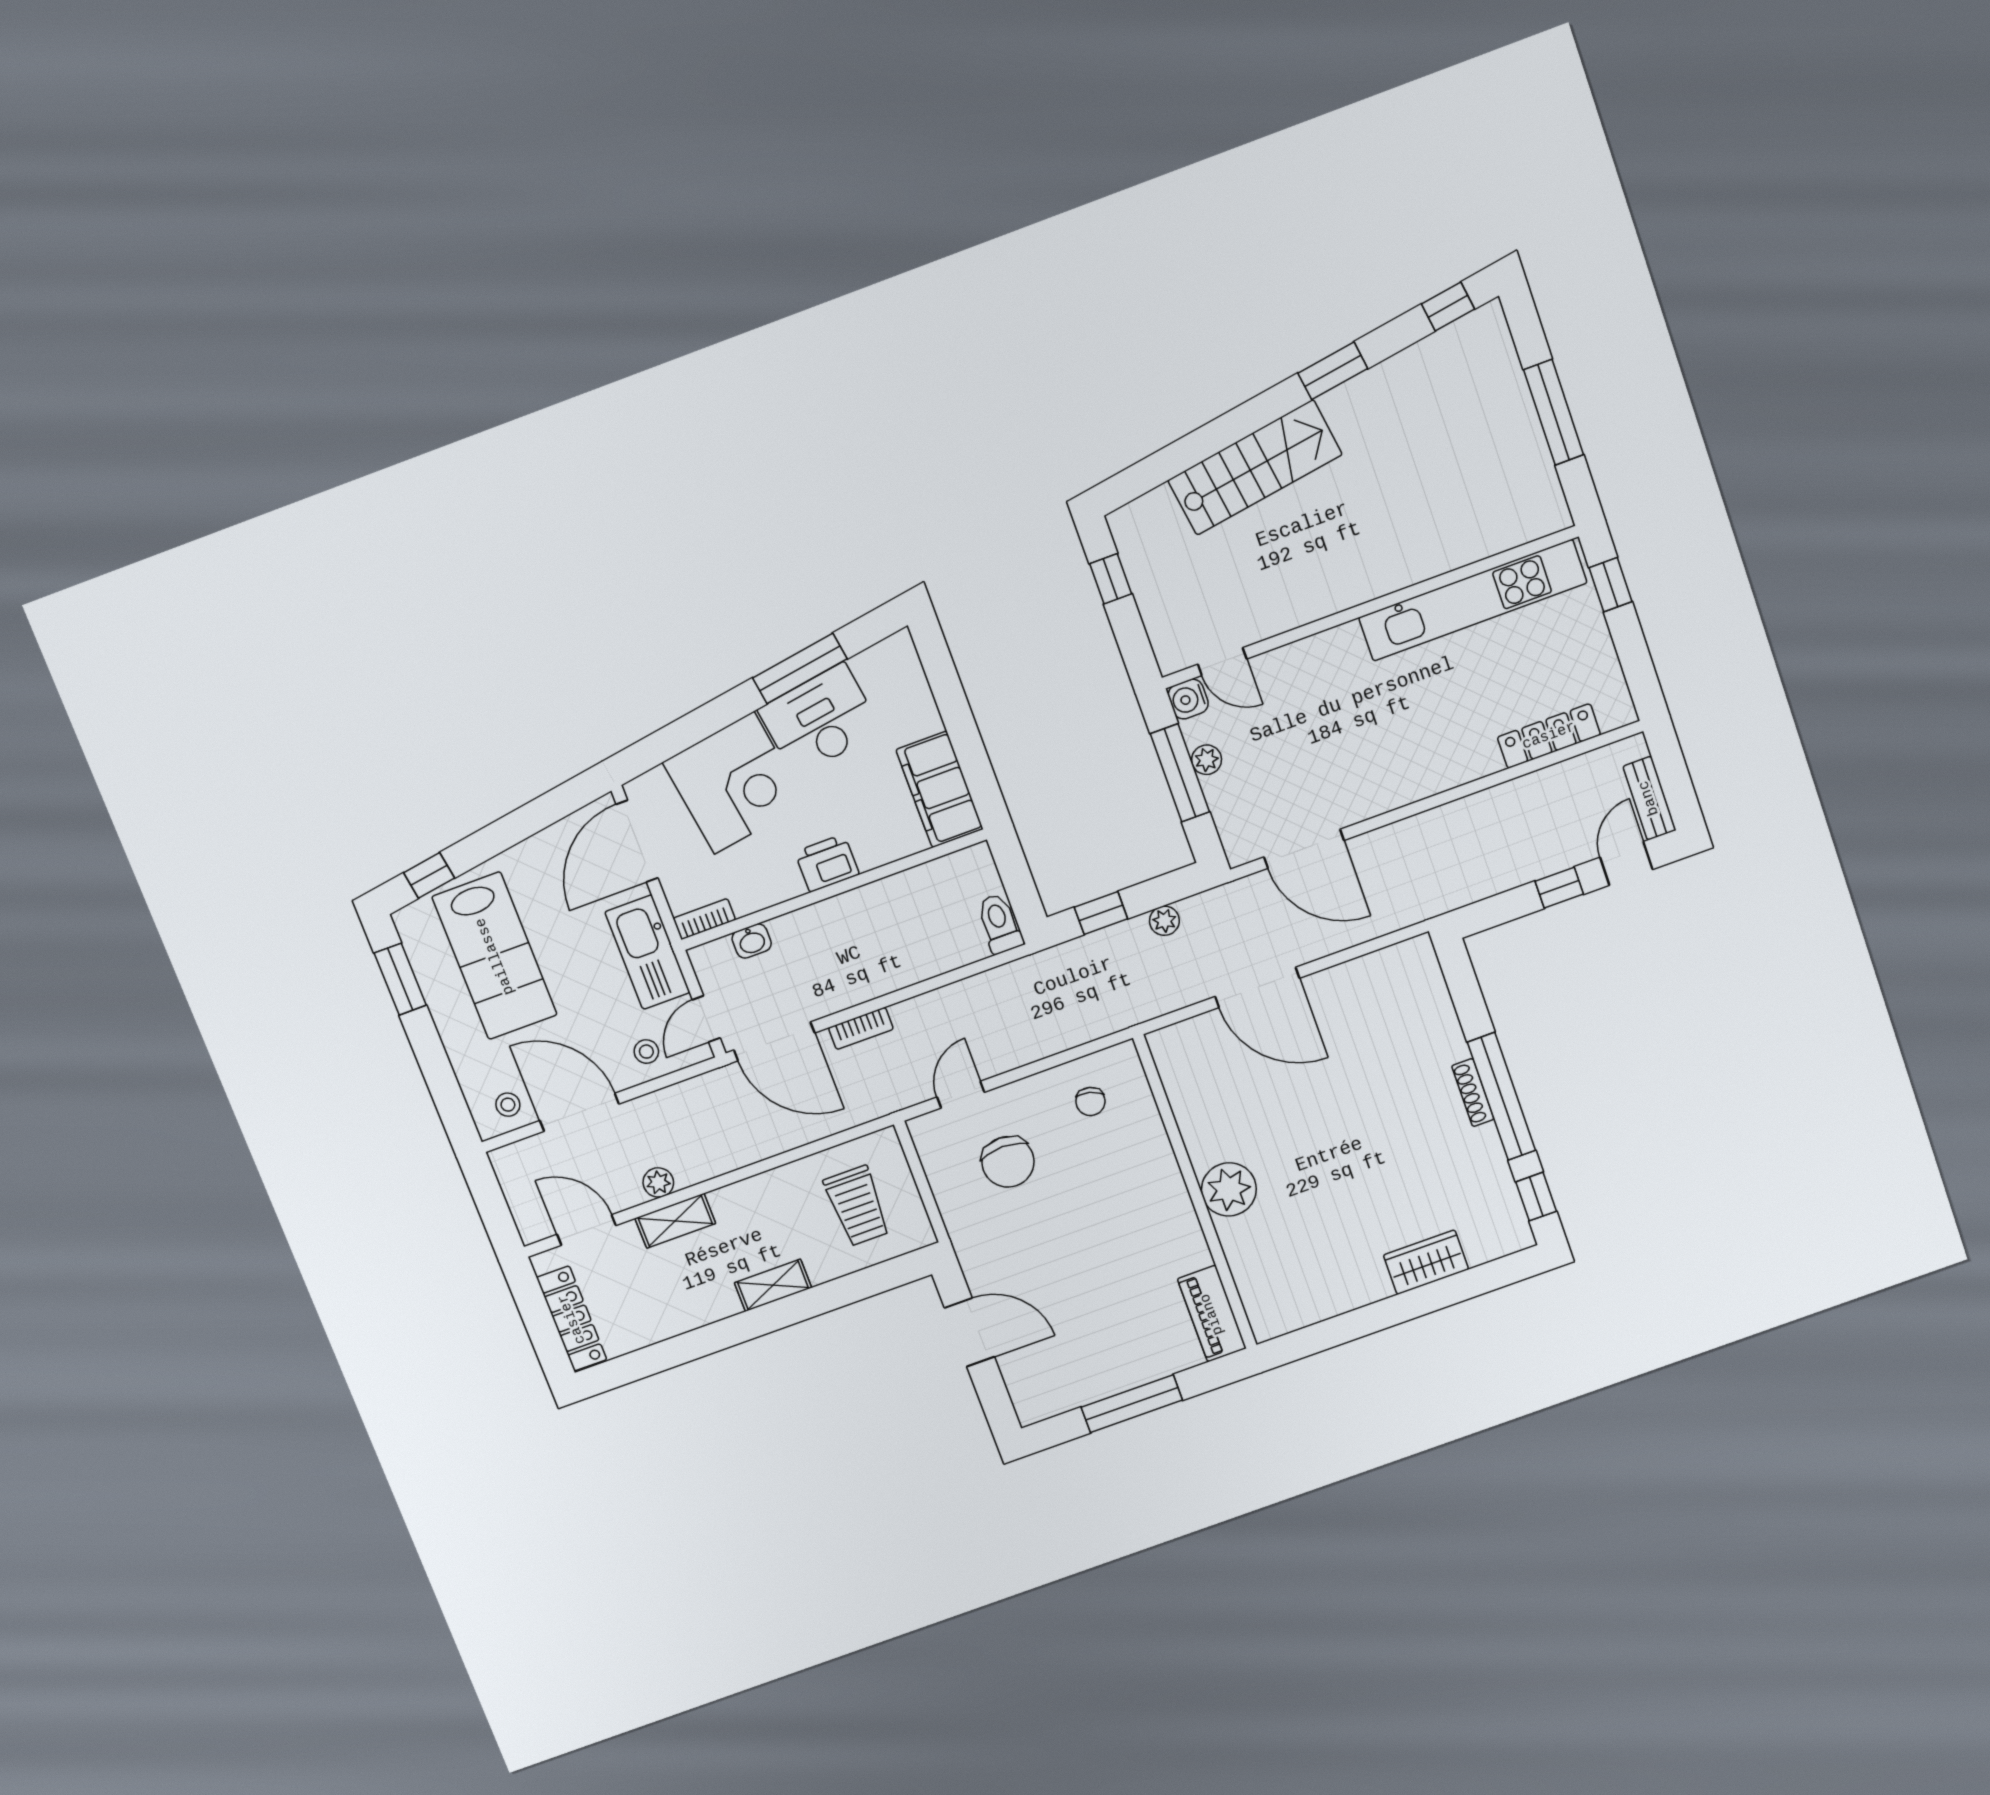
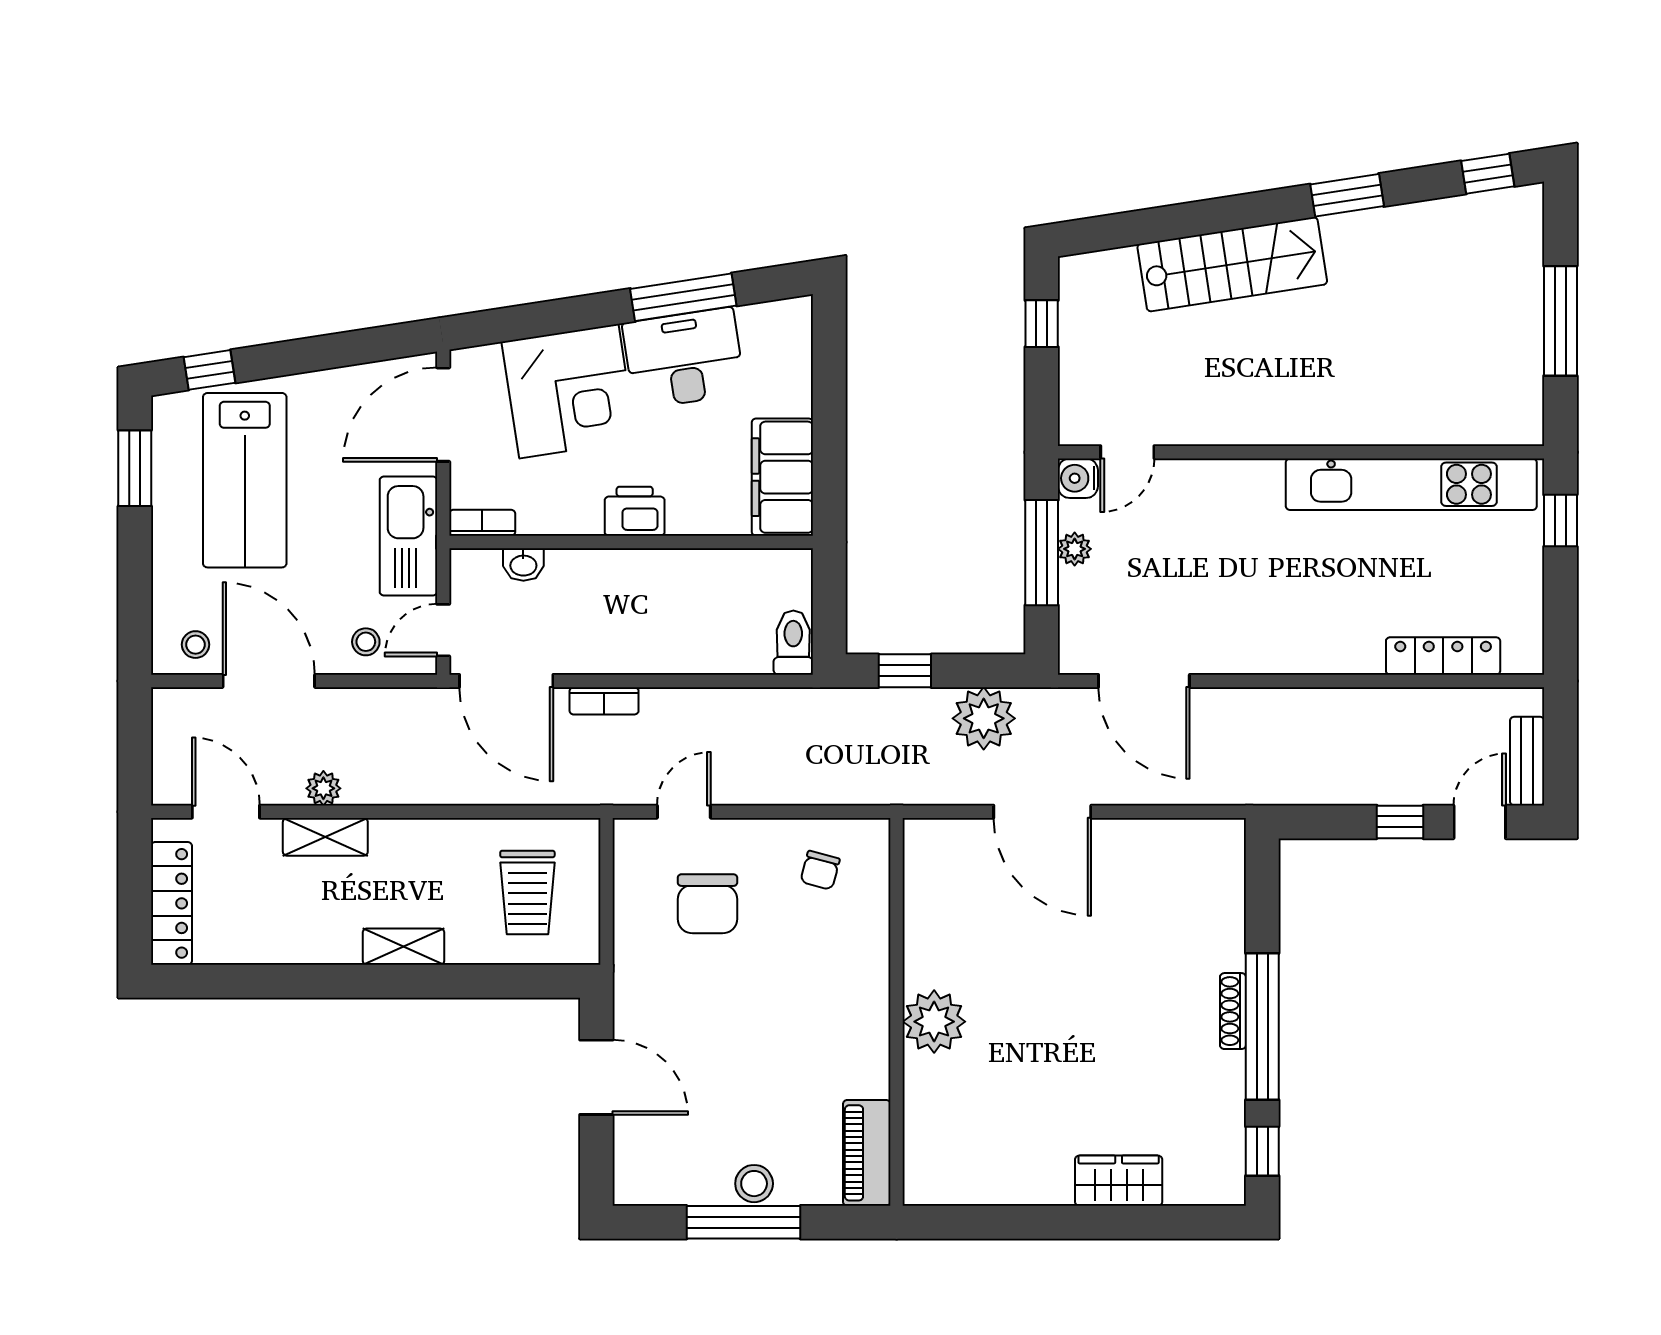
door: (1222, 662) -> (1127, 452), hinge flipped
plant: (1164, 921) -> (984, 718), width x1.87, depth x1.87
stool: (1129, 1370) -> (754, 1184), added

